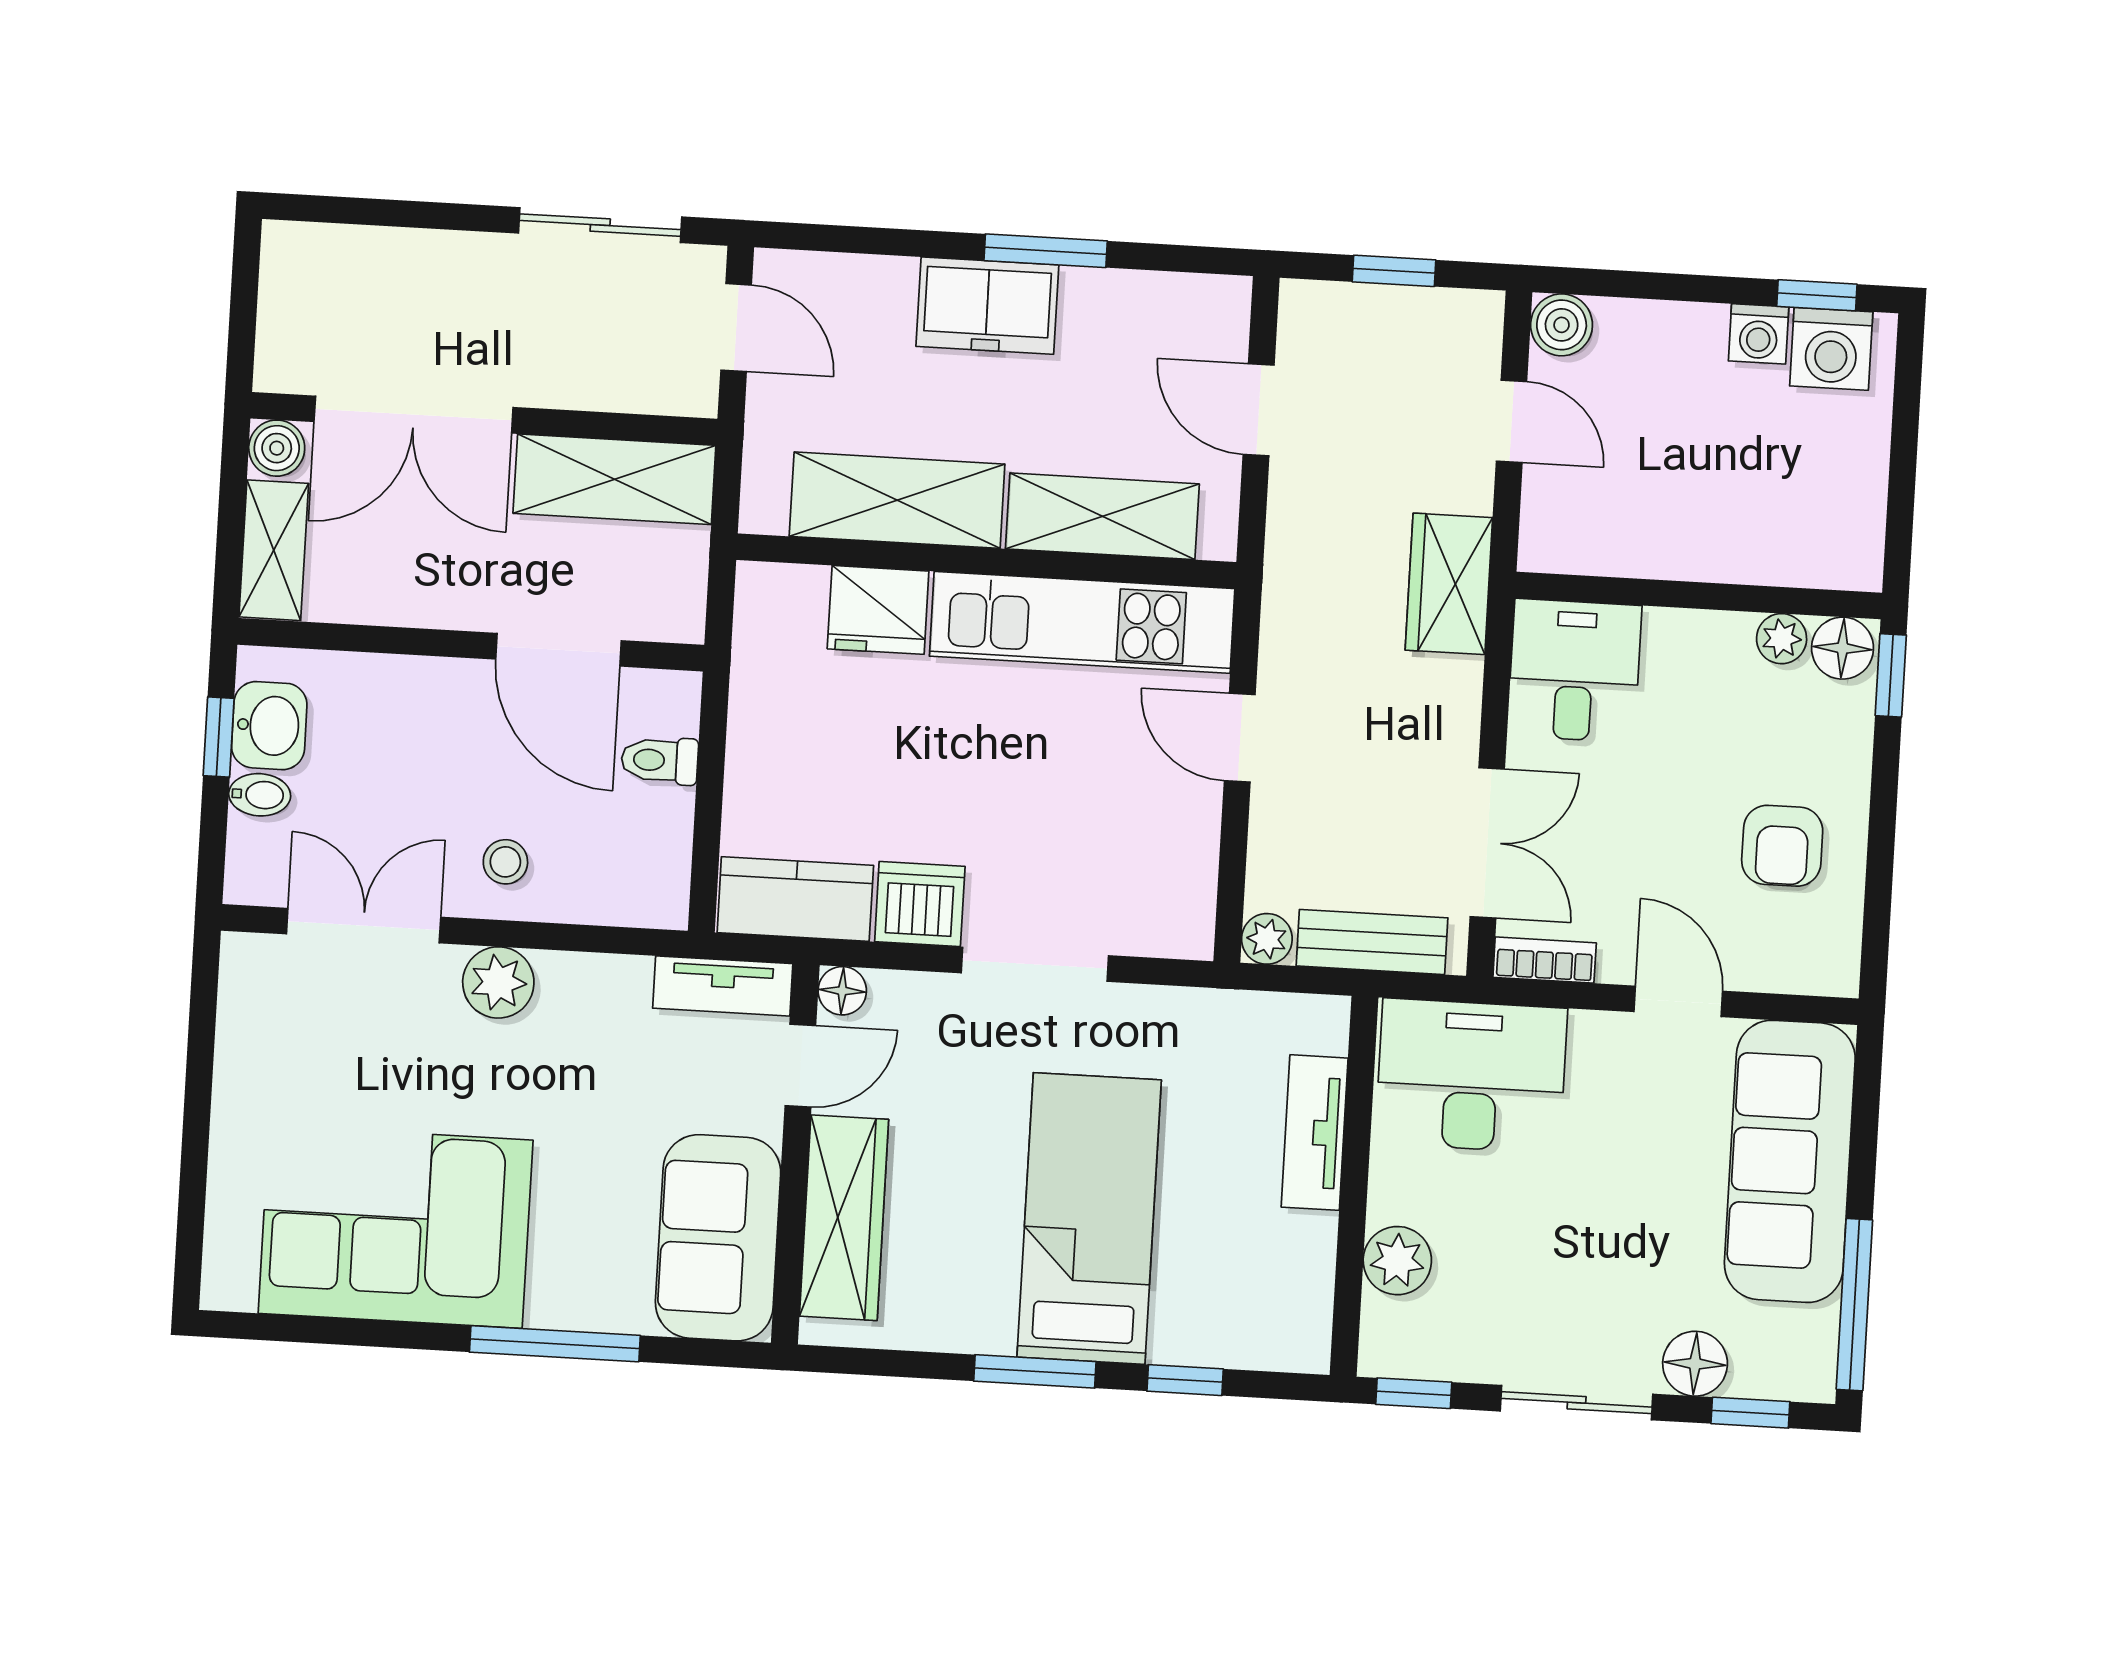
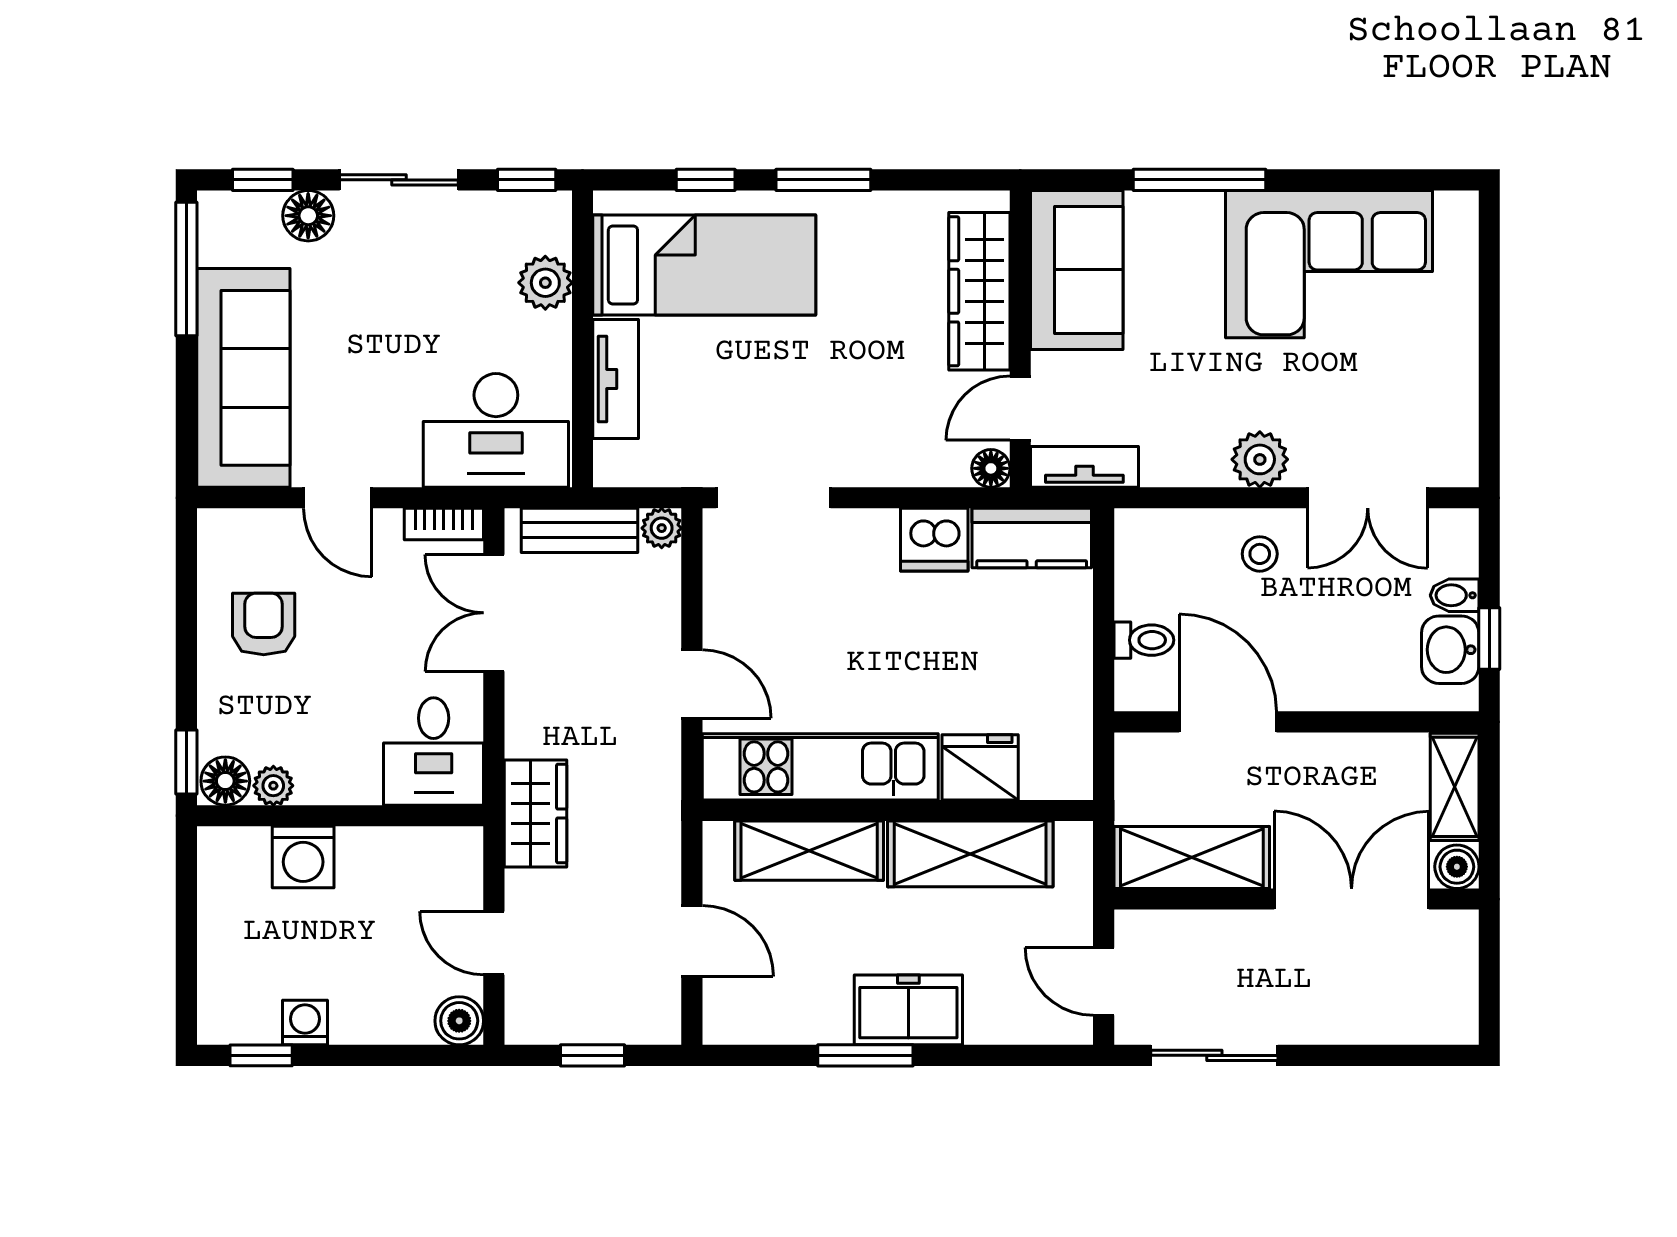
washing machine: (1831, 349) -> (303, 857), moved, turned 180
doorway: (1035, 964) -> (773, 498), moved
bed: (1089, 1218) -> (704, 265), moved, turned -90

